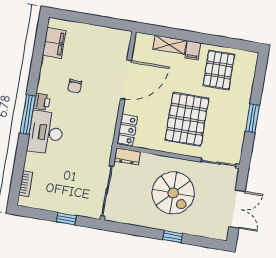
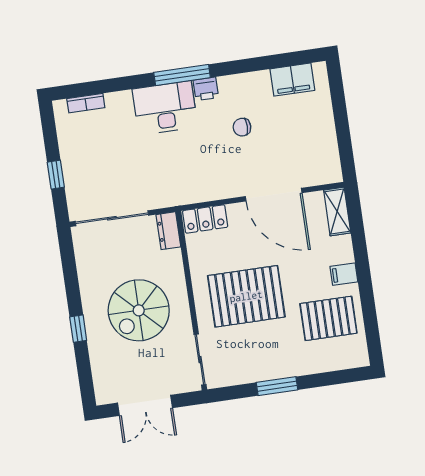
shelving: (170, 45) -> (337, 211), moved

